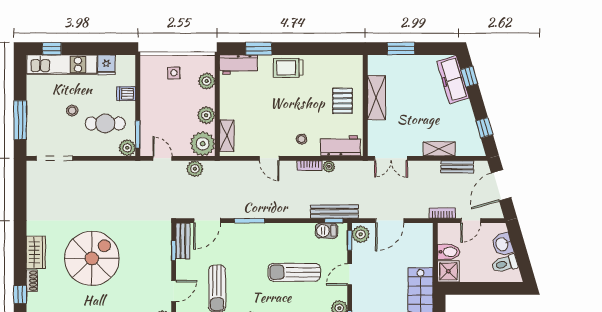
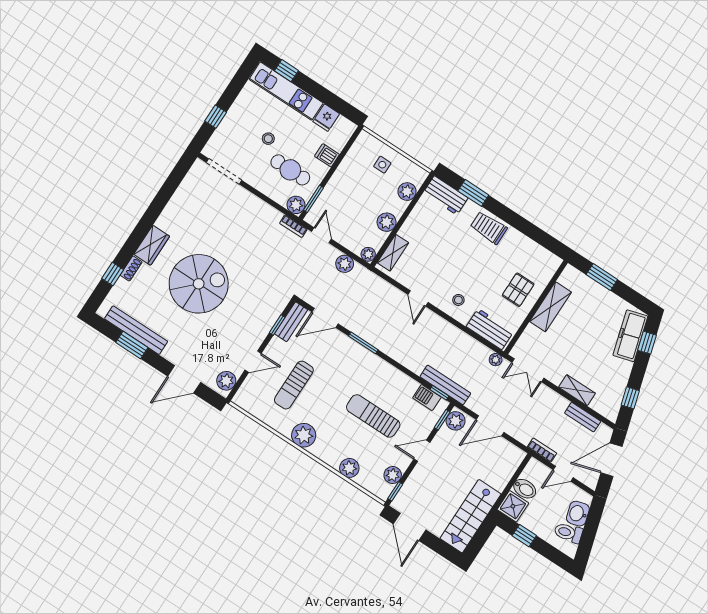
window: (20, 120) -> (216, 117), width x0.46
plant: (203, 144) -> (368, 254), width x0.53, depth x0.53
bookcase: (310, 166) -> (293, 226), moved
plant: (329, 166) -> (496, 360), moved
window: (472, 288) -> (524, 536), added

